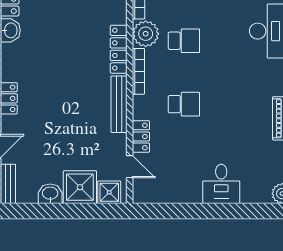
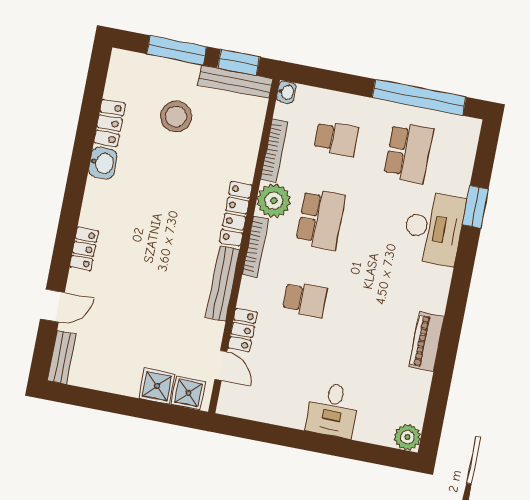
school desk: (184, 41) -> (321, 219), width x1.85
shower: (80, 187) -> (157, 386), width x0.73, depth x0.73
washbasin: (50, 194) -> (113, 380), removed

